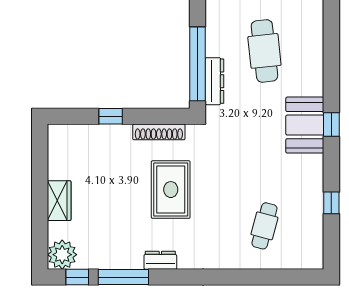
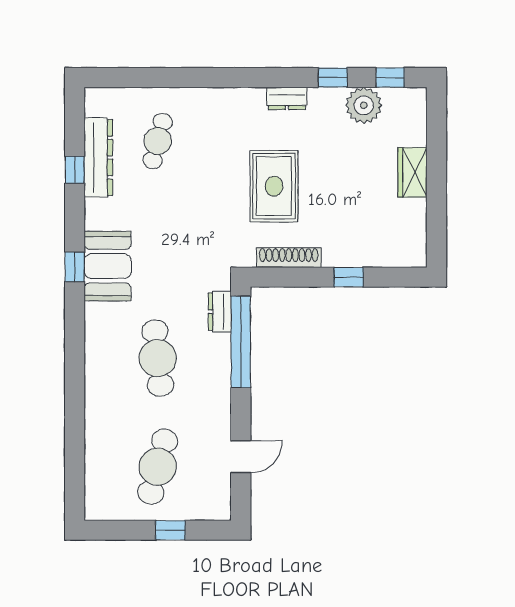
dresser: (214, 81) -> (220, 312), width x0.70
dresser: (312, 213) -> (98, 157), added
plant: (62, 255) -> (364, 105), moved
window: (123, 277) -> (333, 78), width x0.46

